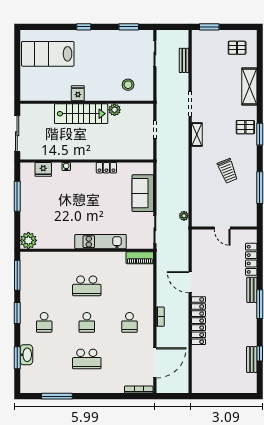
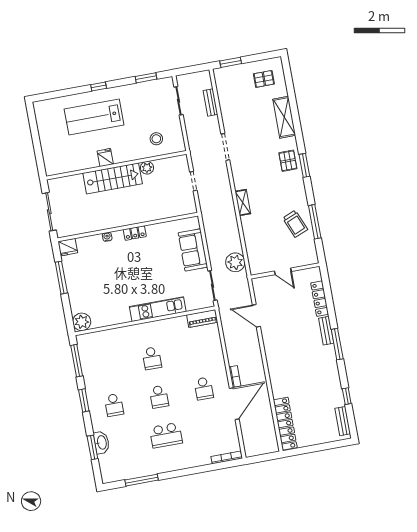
lab bench: (48, 54) -> (94, 117), moved
pallet: (245, 127) -> (288, 161), turned 90
shelving: (197, 135) -> (243, 202), moved
locker: (106, 168) -> (135, 233), moved
fridge: (43, 169) -> (68, 247), moved
trolley: (228, 171) -> (295, 224), moved
plant: (184, 216) -> (235, 262), width x1.88, depth x1.88
door: (190, 282) -> (256, 316), moved
school desk: (87, 286) -> (152, 358), width x0.54
locker: (198, 321) -> (285, 424), moved
bench: (252, 360) -> (343, 421), moved
door: (155, 363) -> (234, 404), moved

